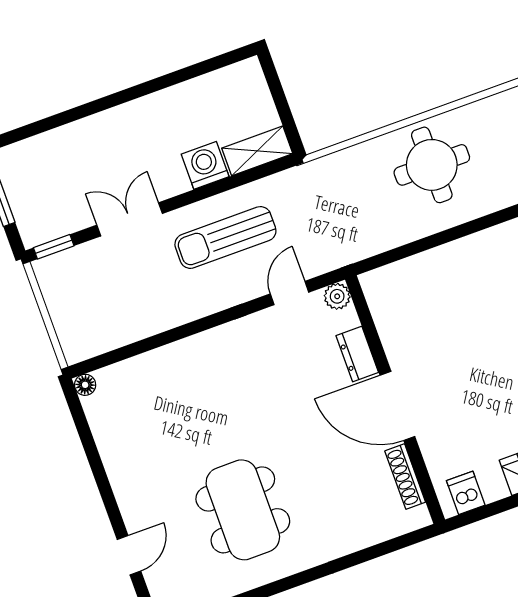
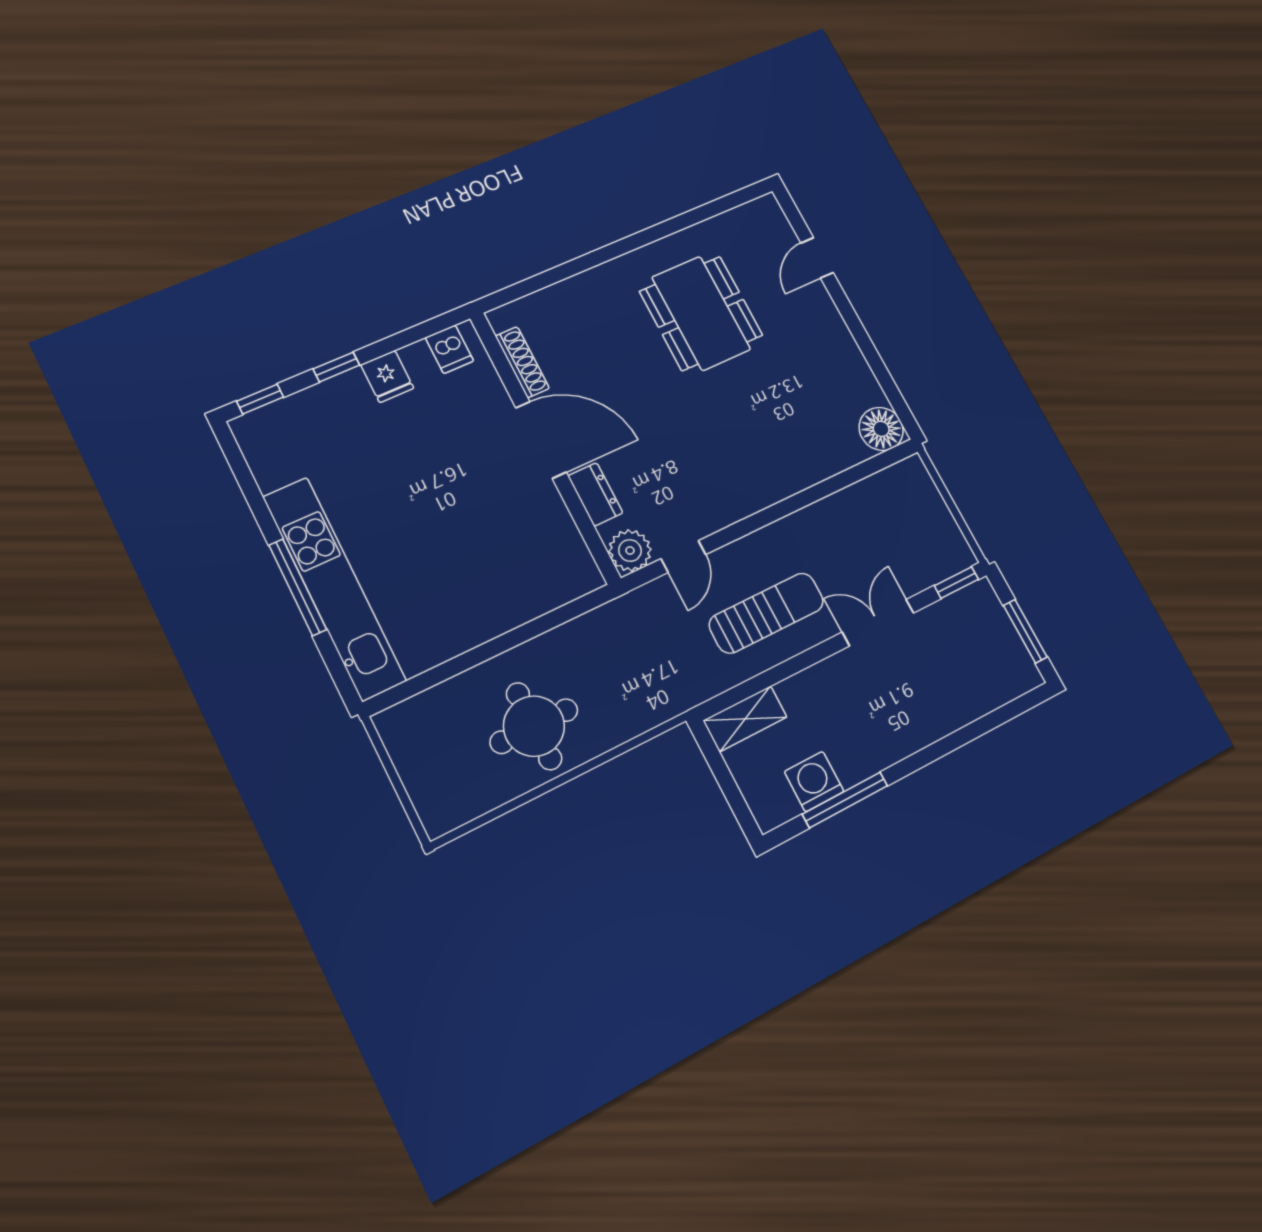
window: (183, 75) -> (845, 800), added
washing machine: (205, 165) -> (814, 782), moved, turned 180
double door: (130, 219) -> (878, 622), swing flipped
plant: (337, 296) -> (630, 551), width x1.38, depth x1.38
floor lamp: (85, 385) -> (881, 429), width x1.89, depth x1.89

